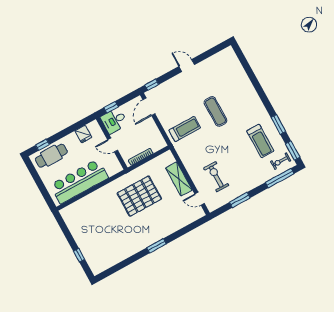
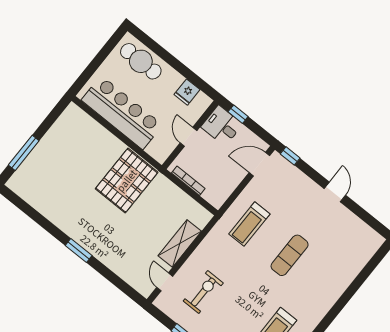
treadmill: (185, 129) -> (249, 224), turned 90
window: (42, 145) -> (150, 44), removed
pallet: (139, 196) -> (127, 181), moved, turned 90
window: (79, 255) -> (24, 153), width x2.17

